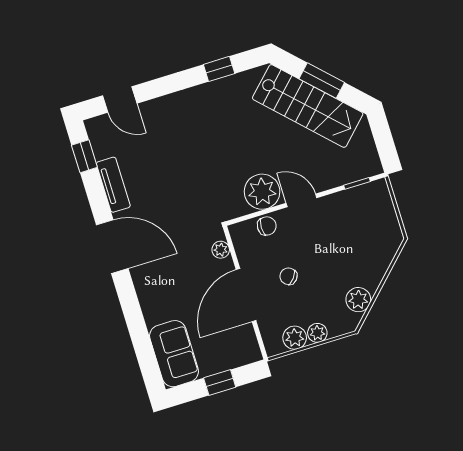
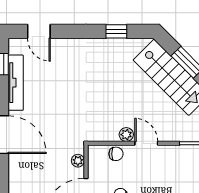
tv unit: (113, 185) -> (16, 83), width x1.41
plant: (262, 192) -> (126, 135), width x0.53, depth x0.53

